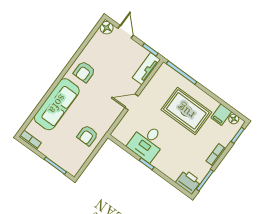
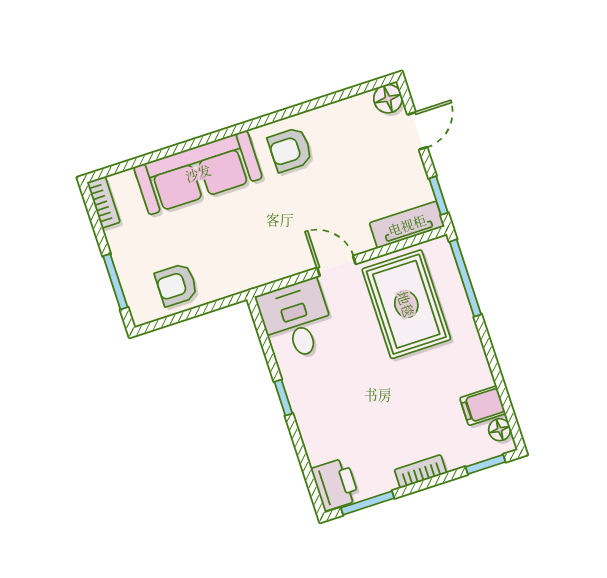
rug: (186, 111) -> (406, 304), moved
armchair: (87, 135) -> (176, 285), moved
desk: (147, 142) -> (296, 320), moved, turned 90

